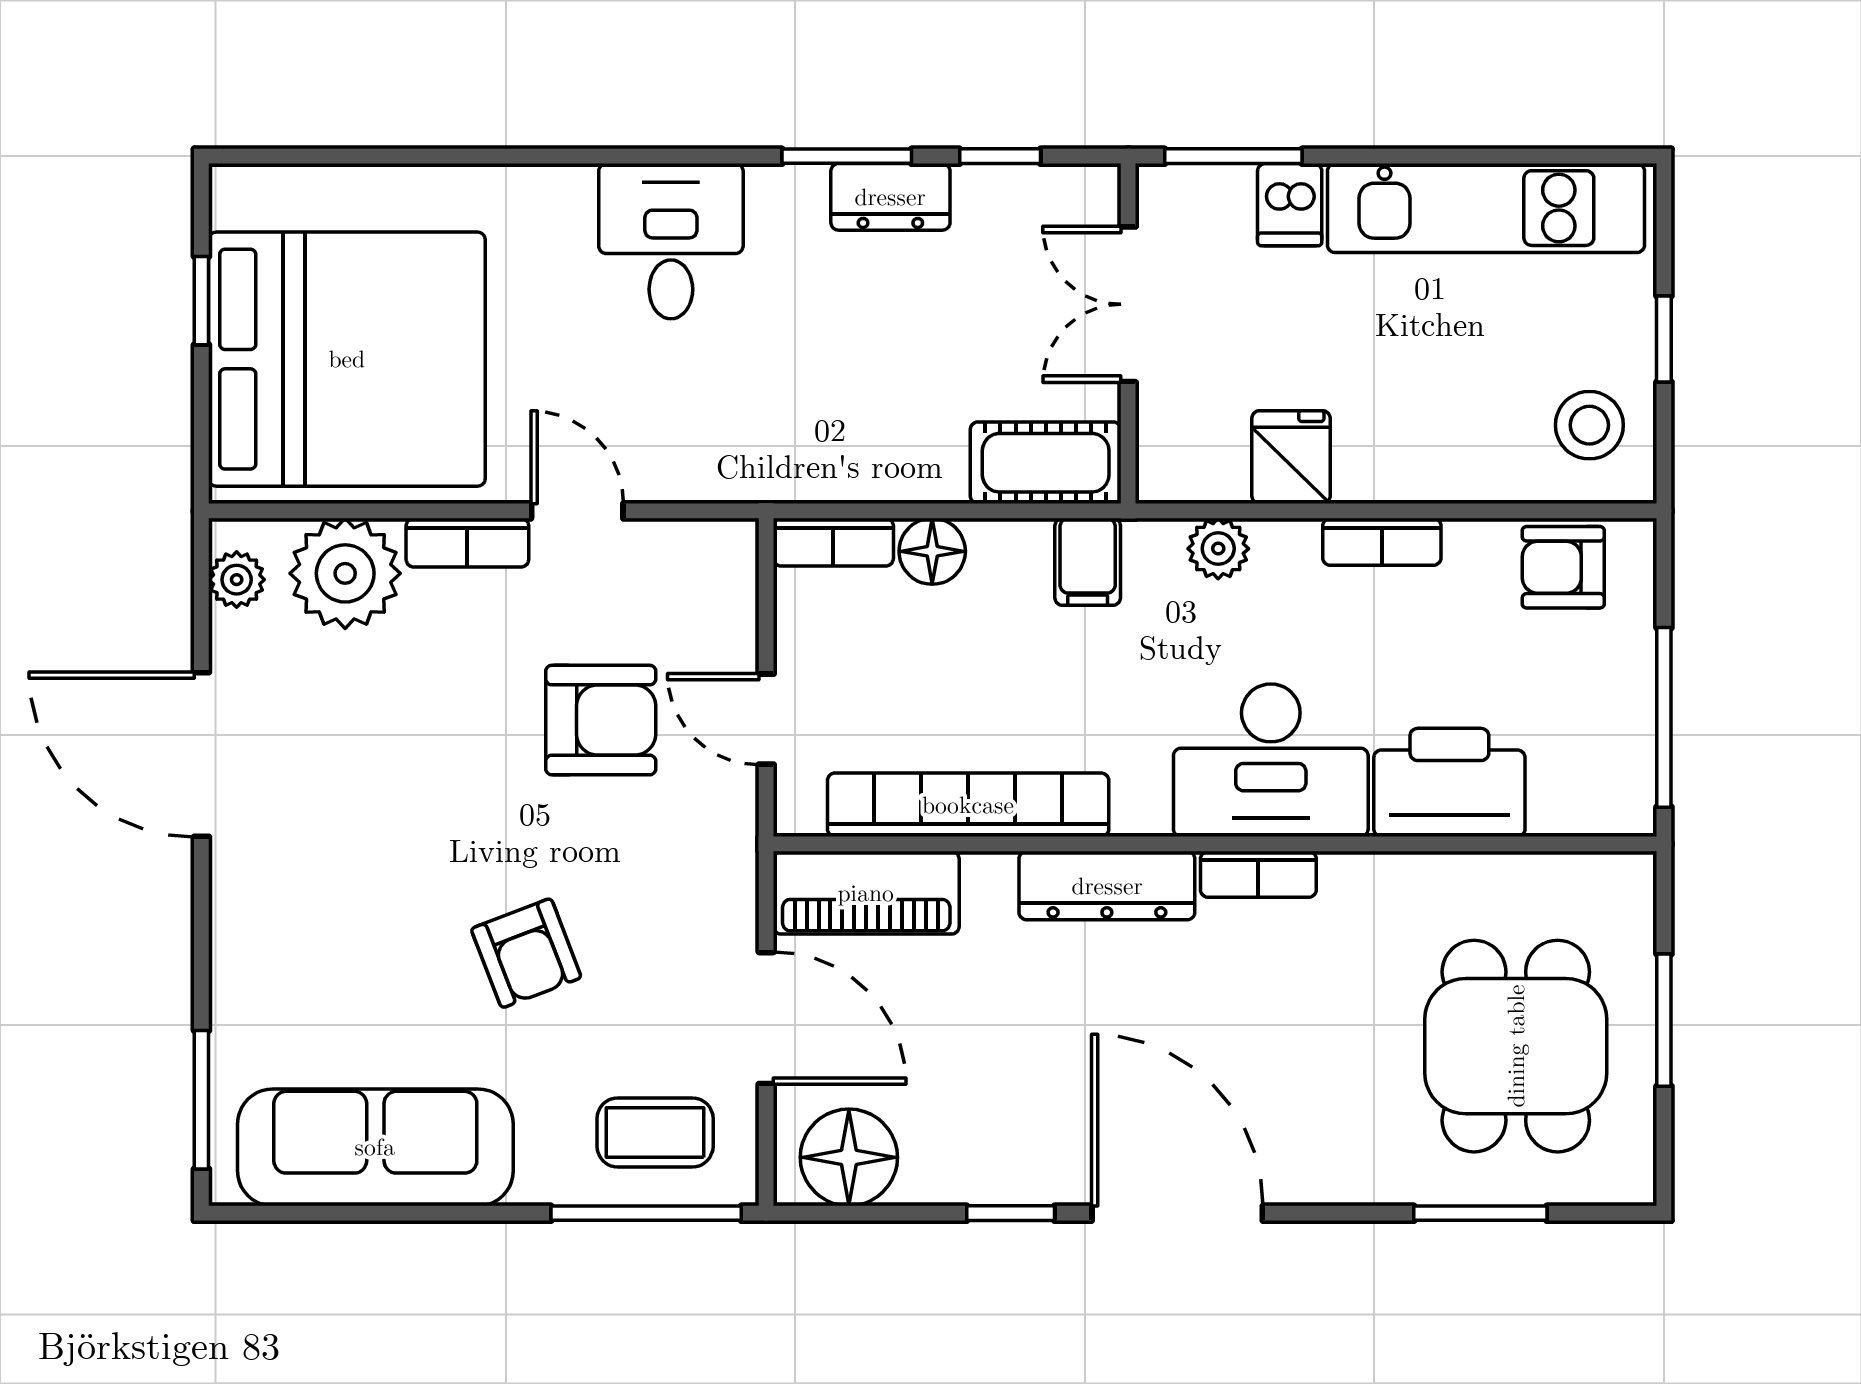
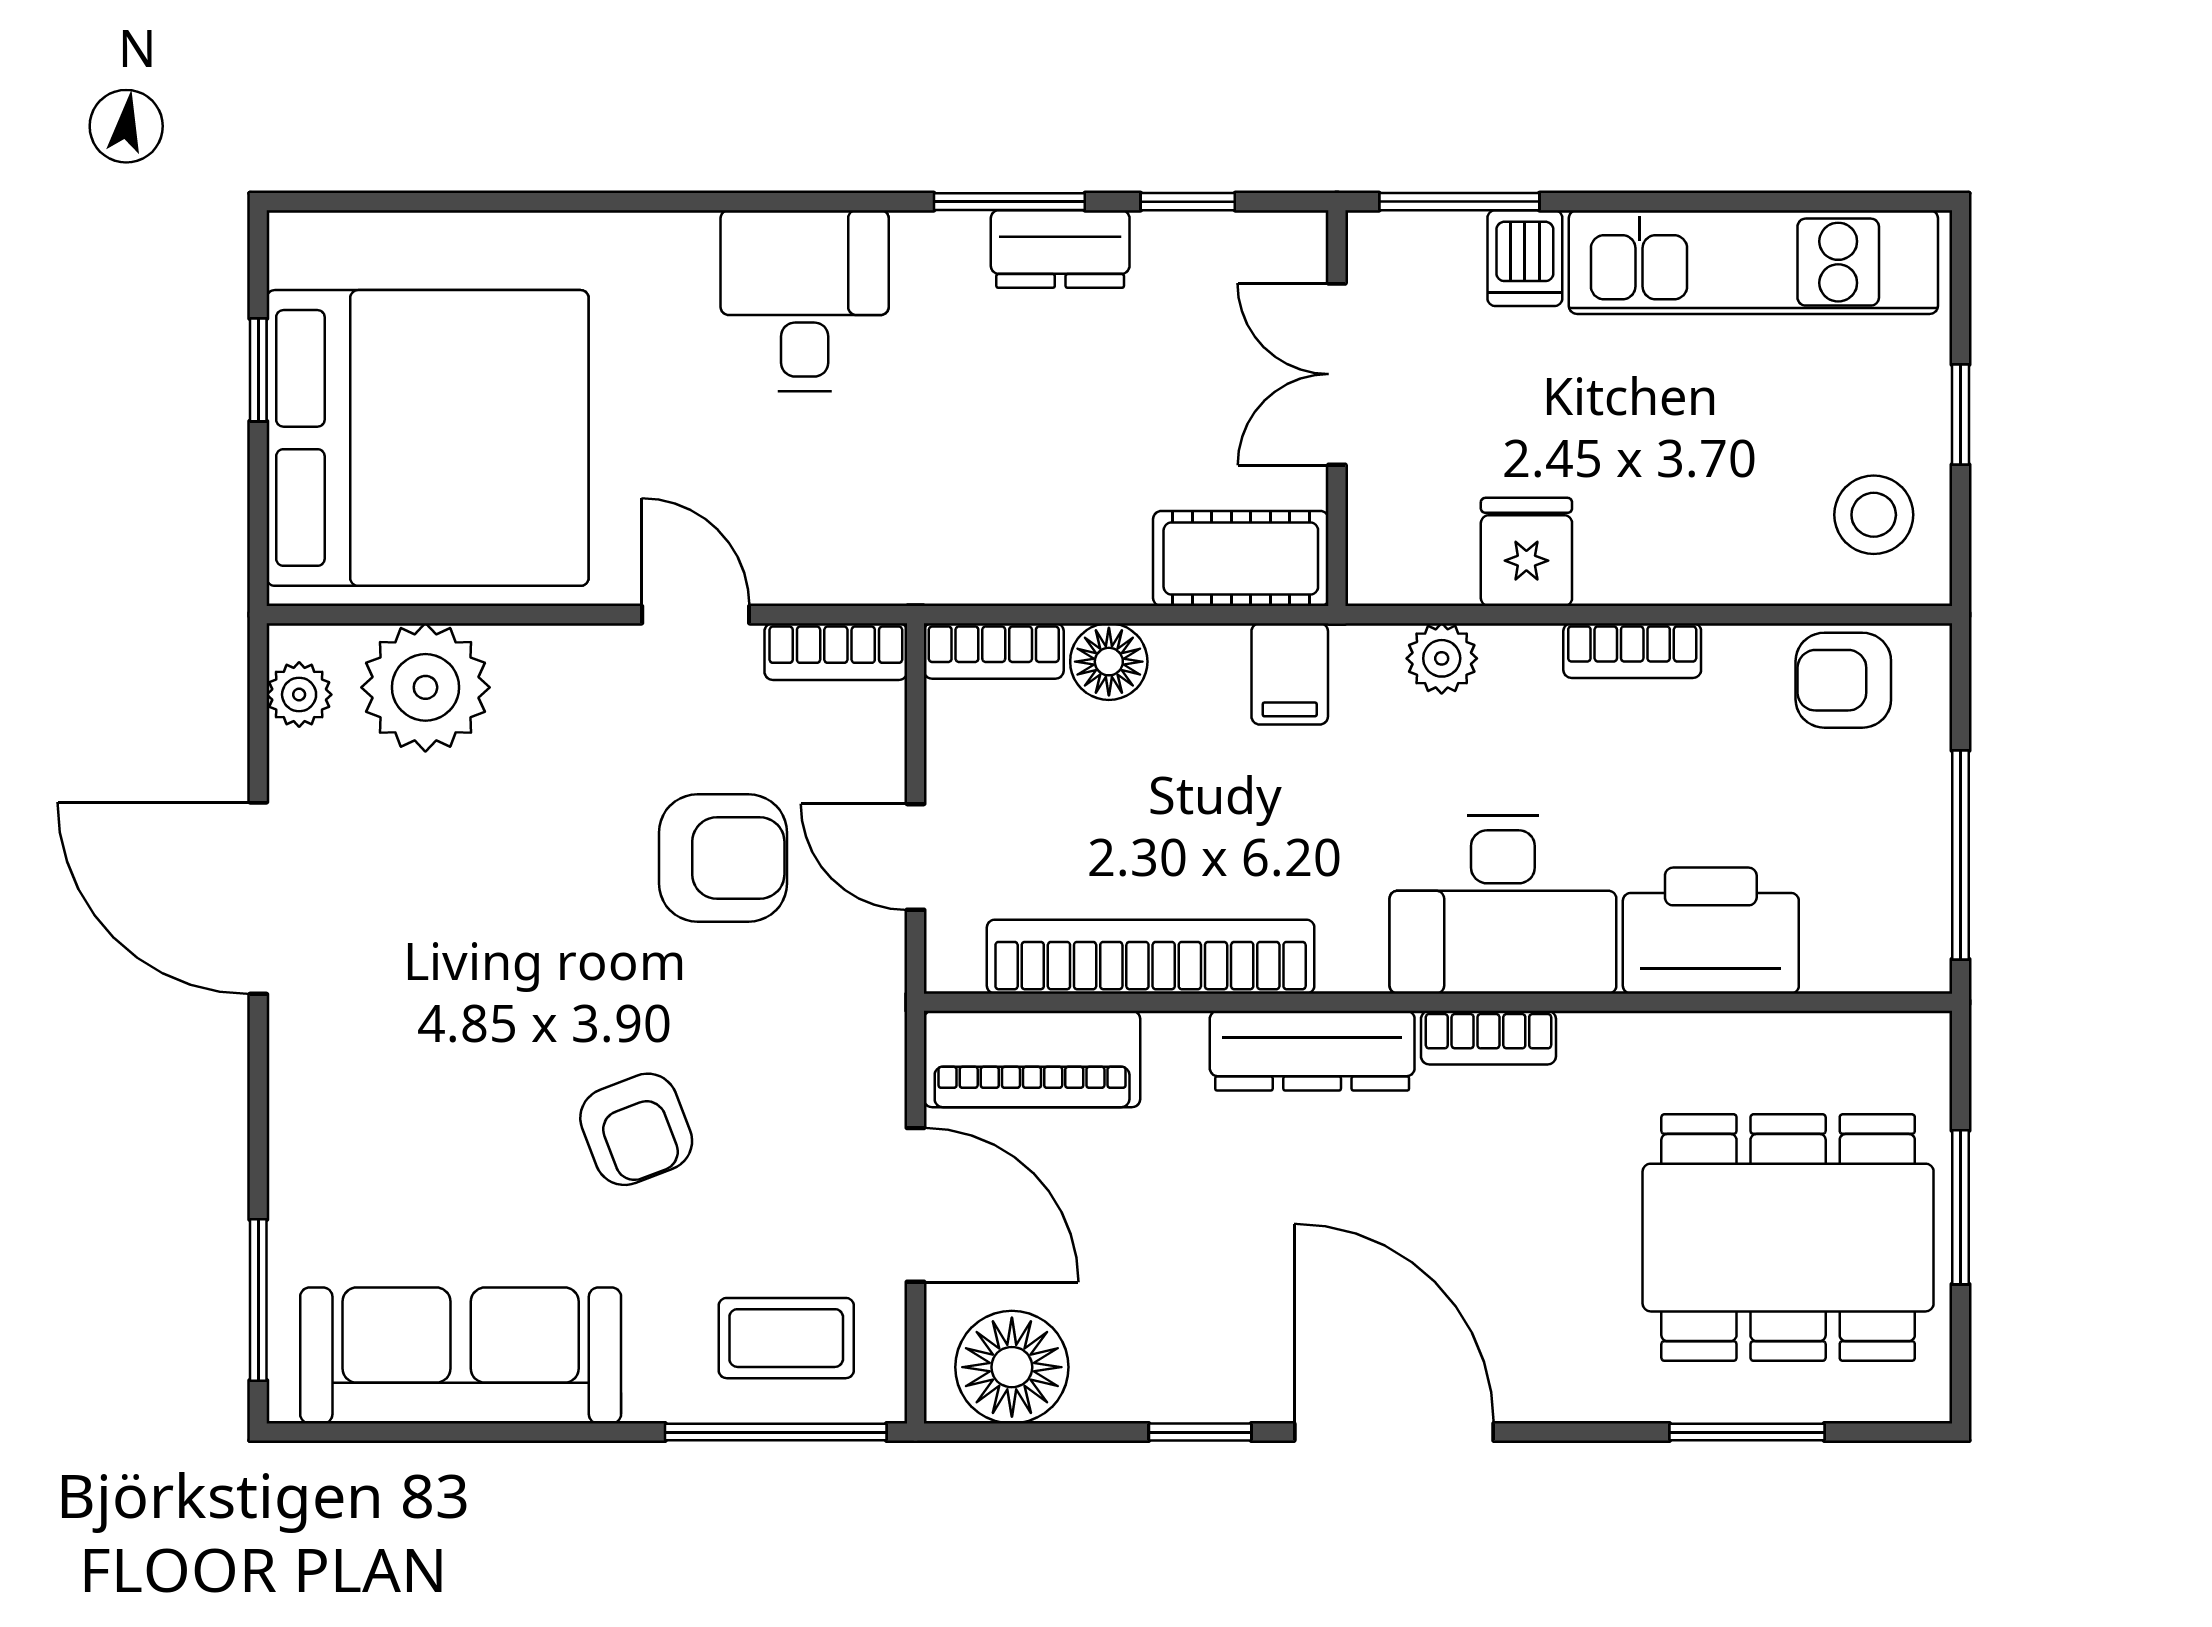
bookcase: (467, 543) -> (836, 652), moved
dining table: (1516, 1046) -> (1788, 1238), width x1.38

